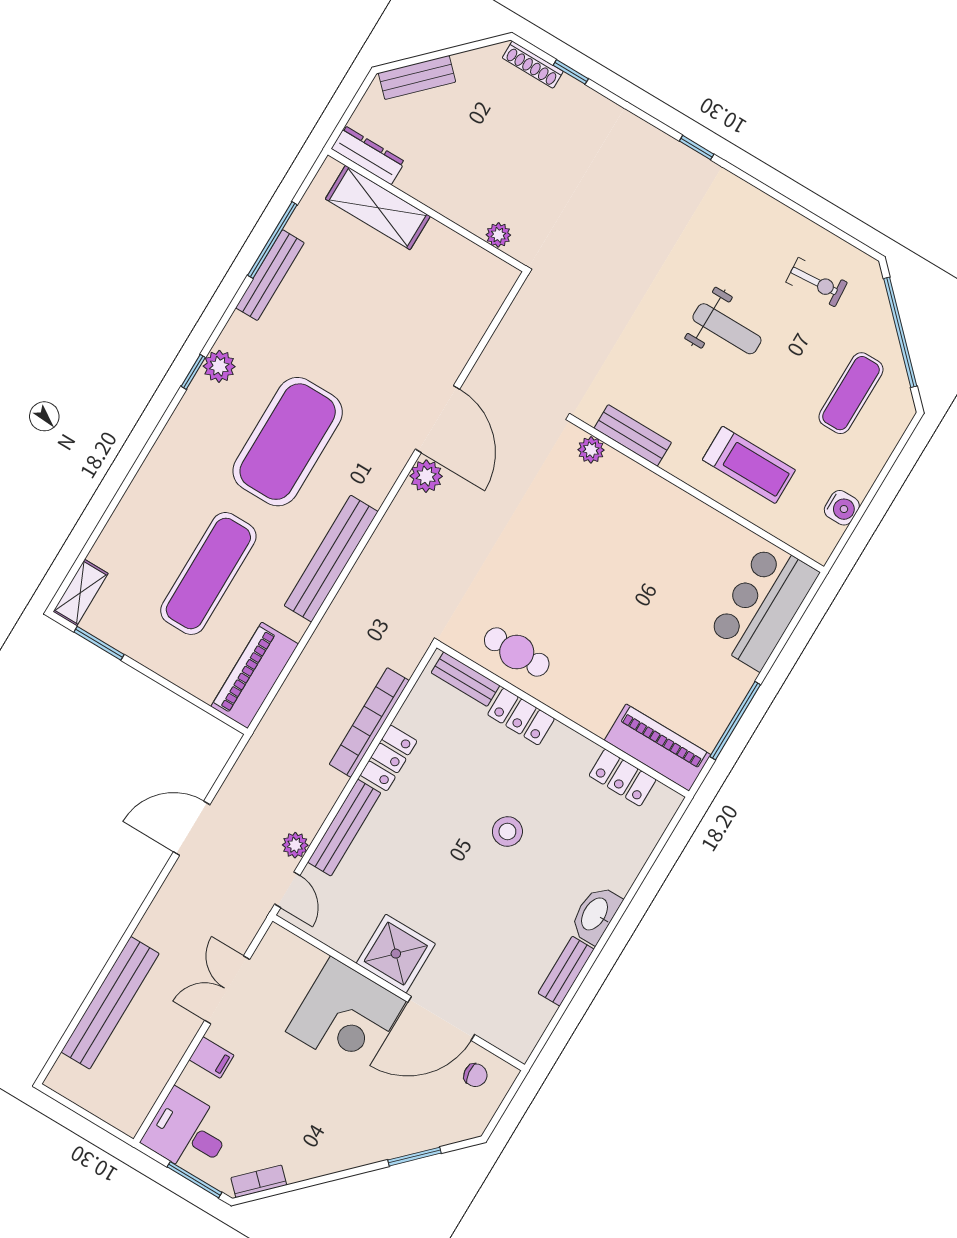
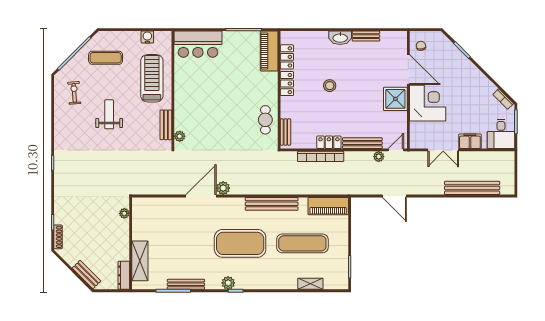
treadmill: (749, 465) -> (152, 78), width x1.37, depth x1.38
shelving: (80, 593) -> (310, 284), moved
locker: (521, 717) -> (287, 84), moved
filing cabinet: (212, 1057) -> (470, 141), width x2.00

